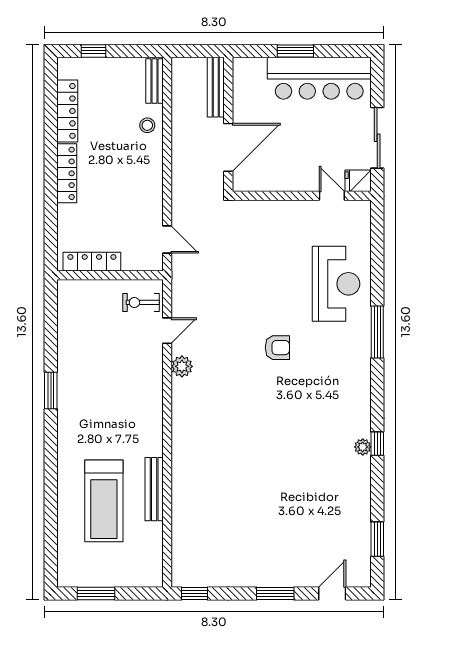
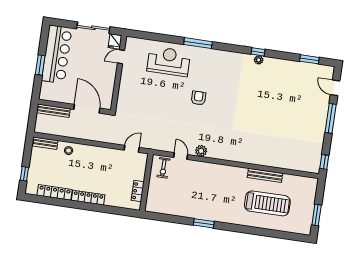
locker: (92, 262) -> (138, 191), width x0.66
window: (275, 593) -> (331, 118), width x1.44

